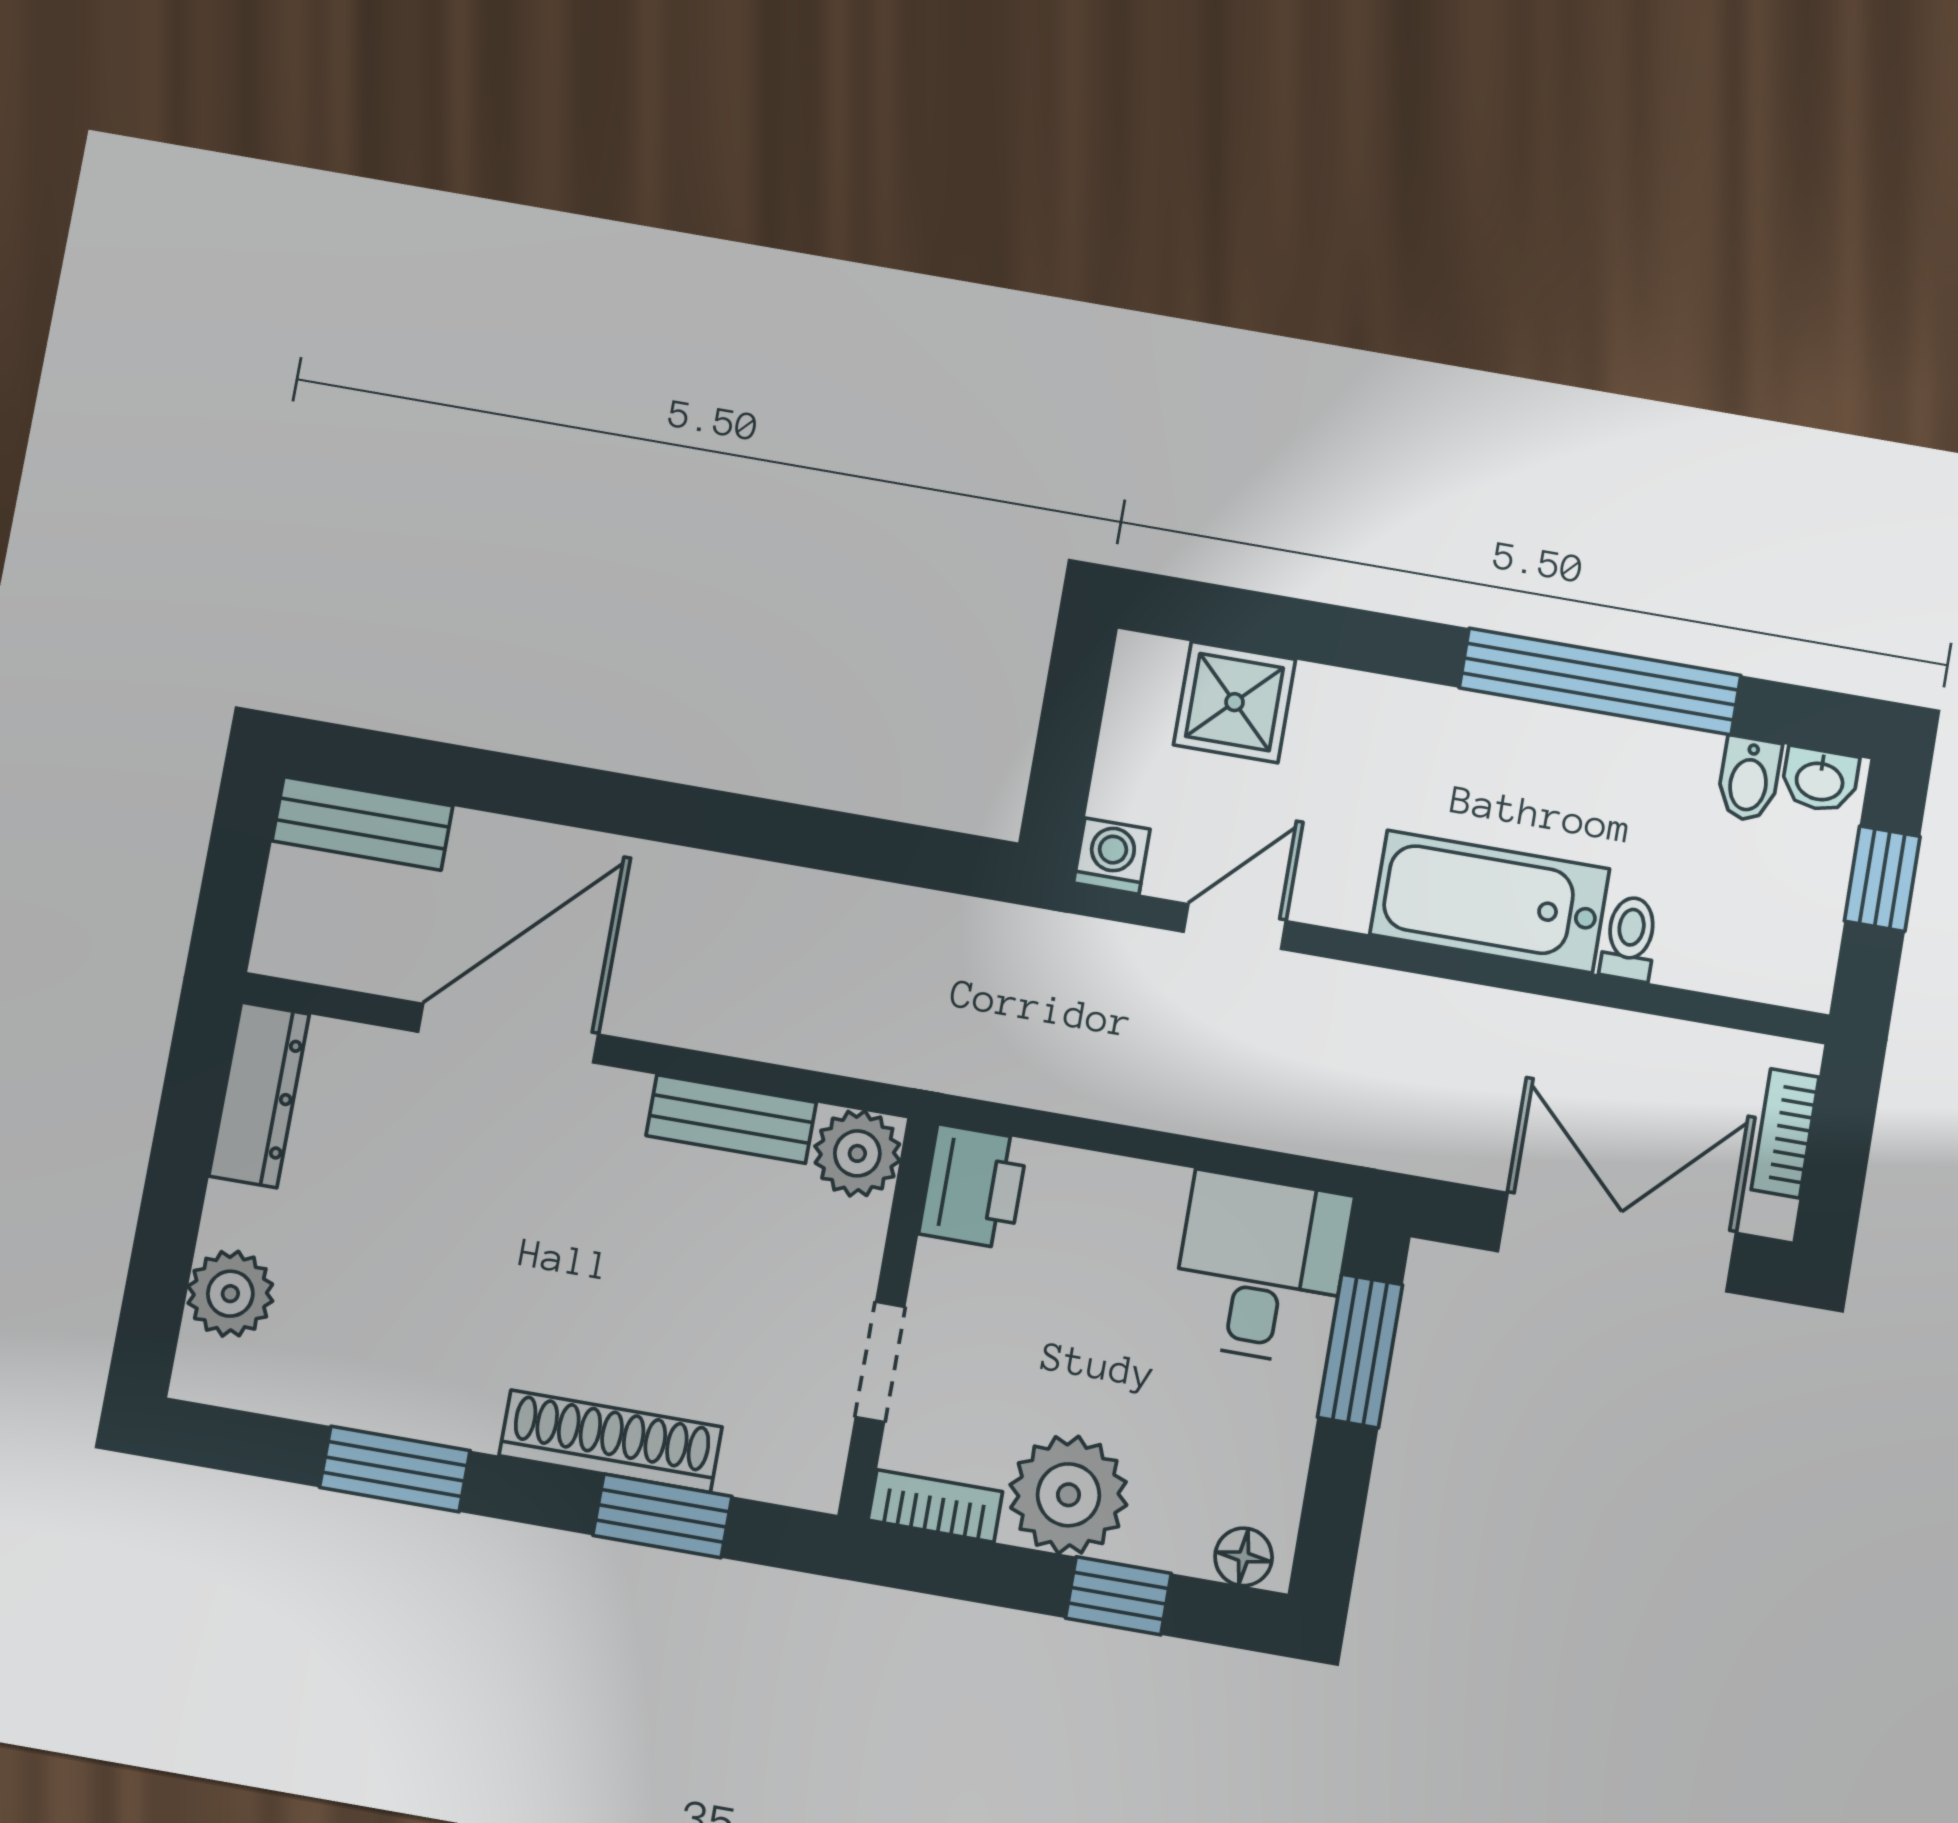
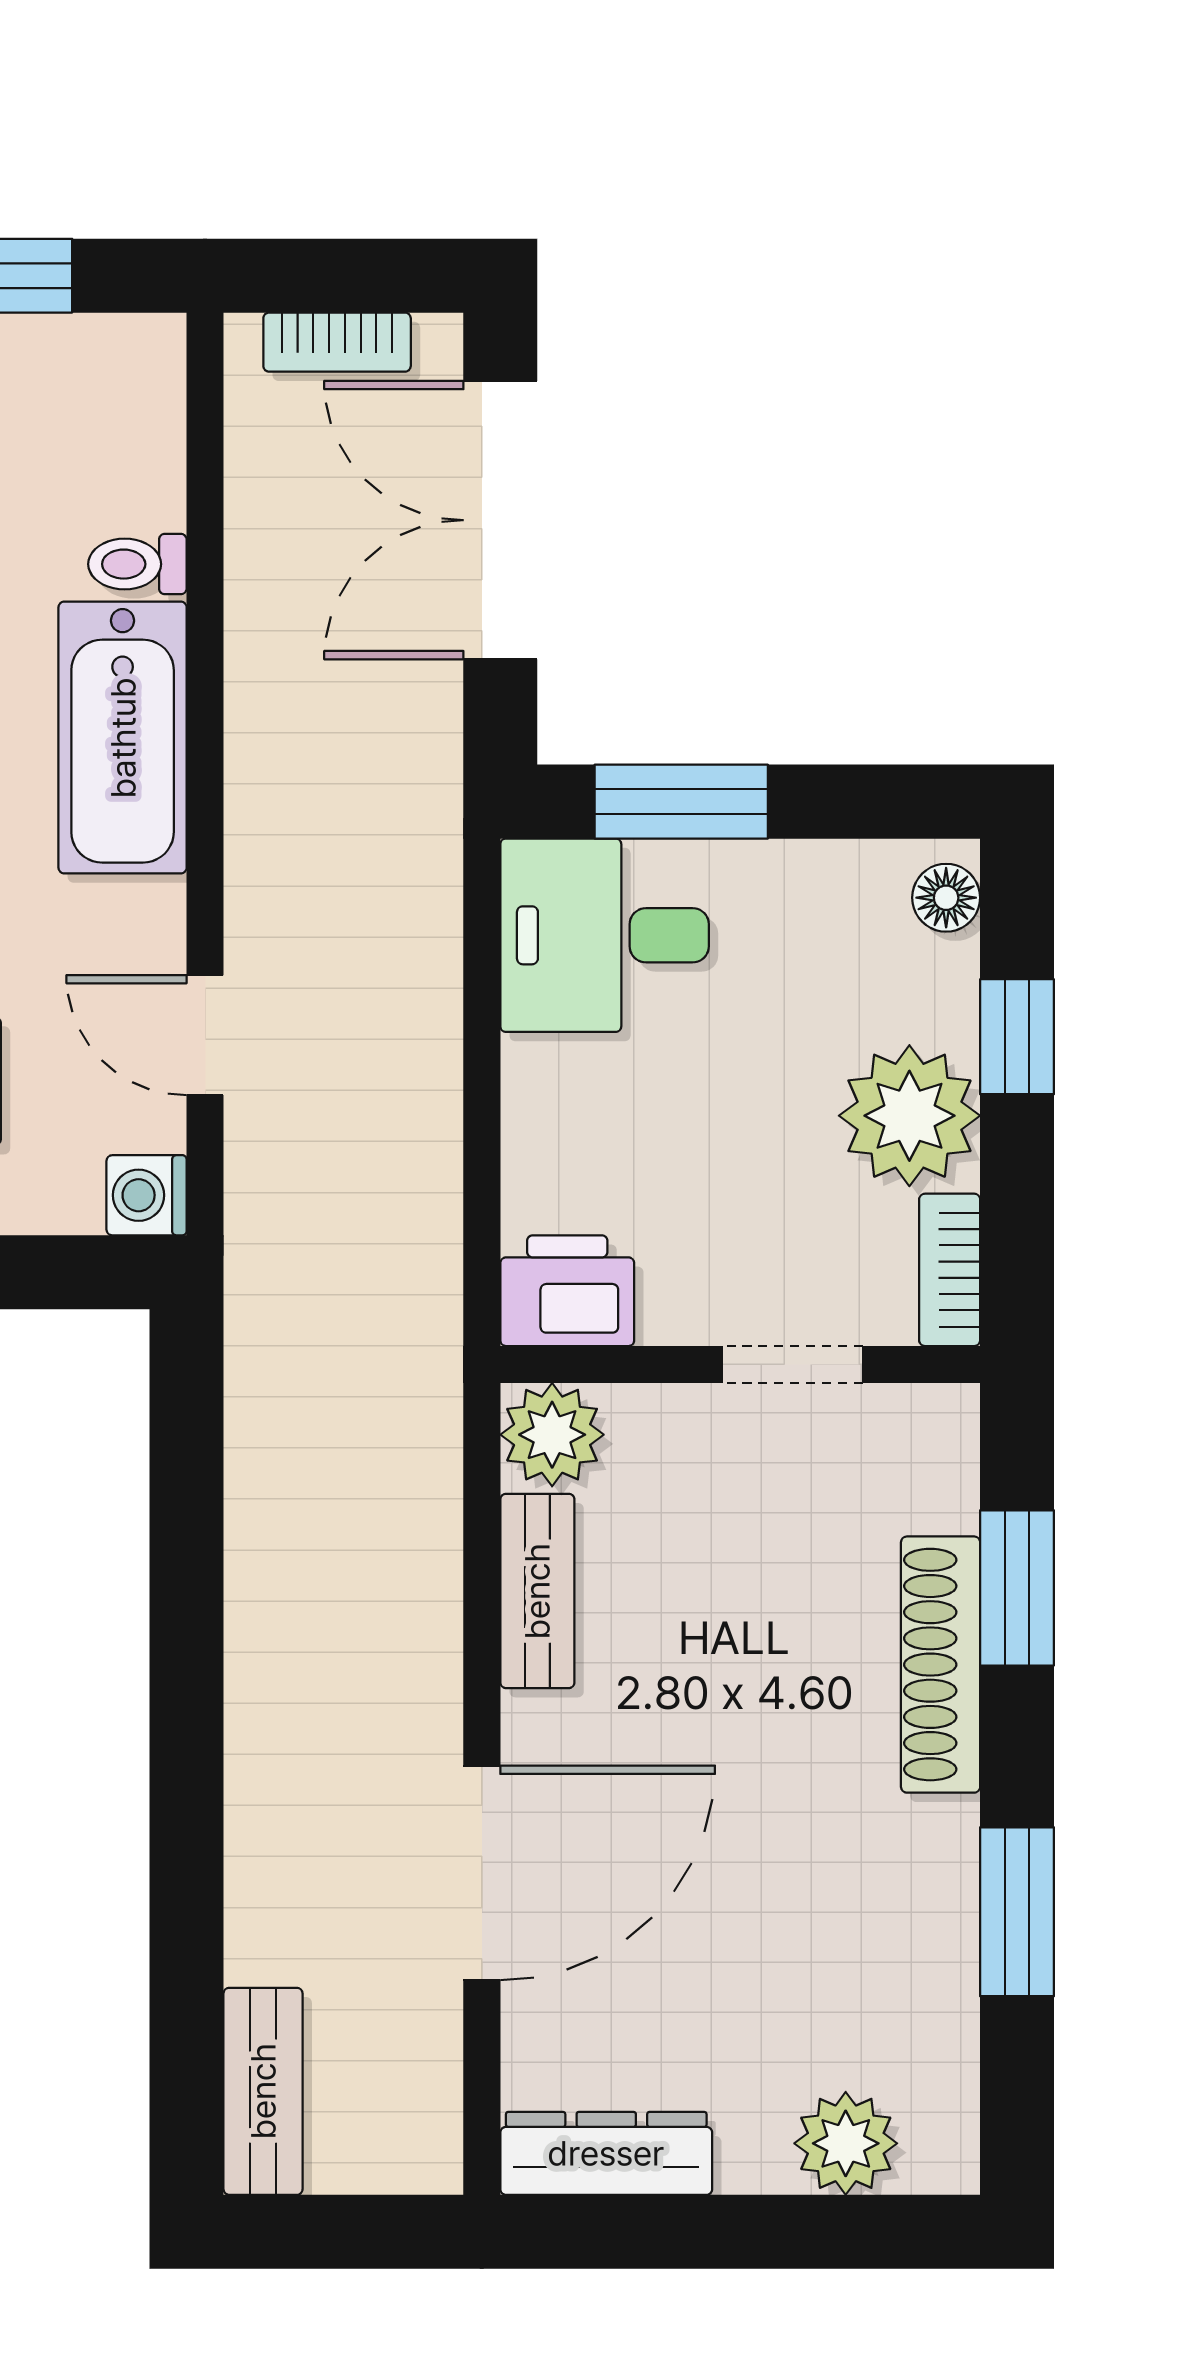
door: (508, 1033) -> (482, 1873), swing flipped

